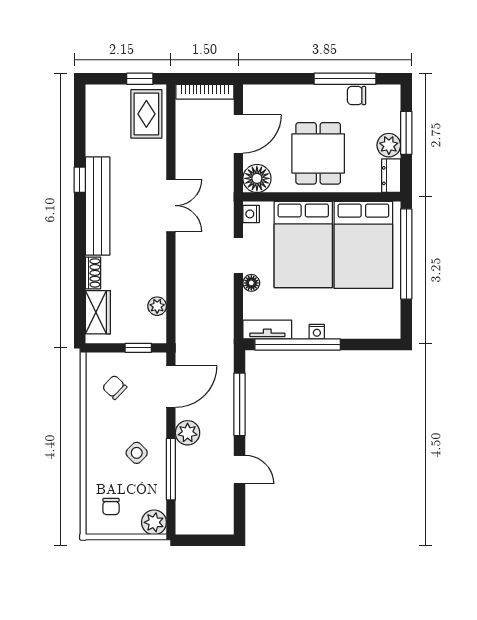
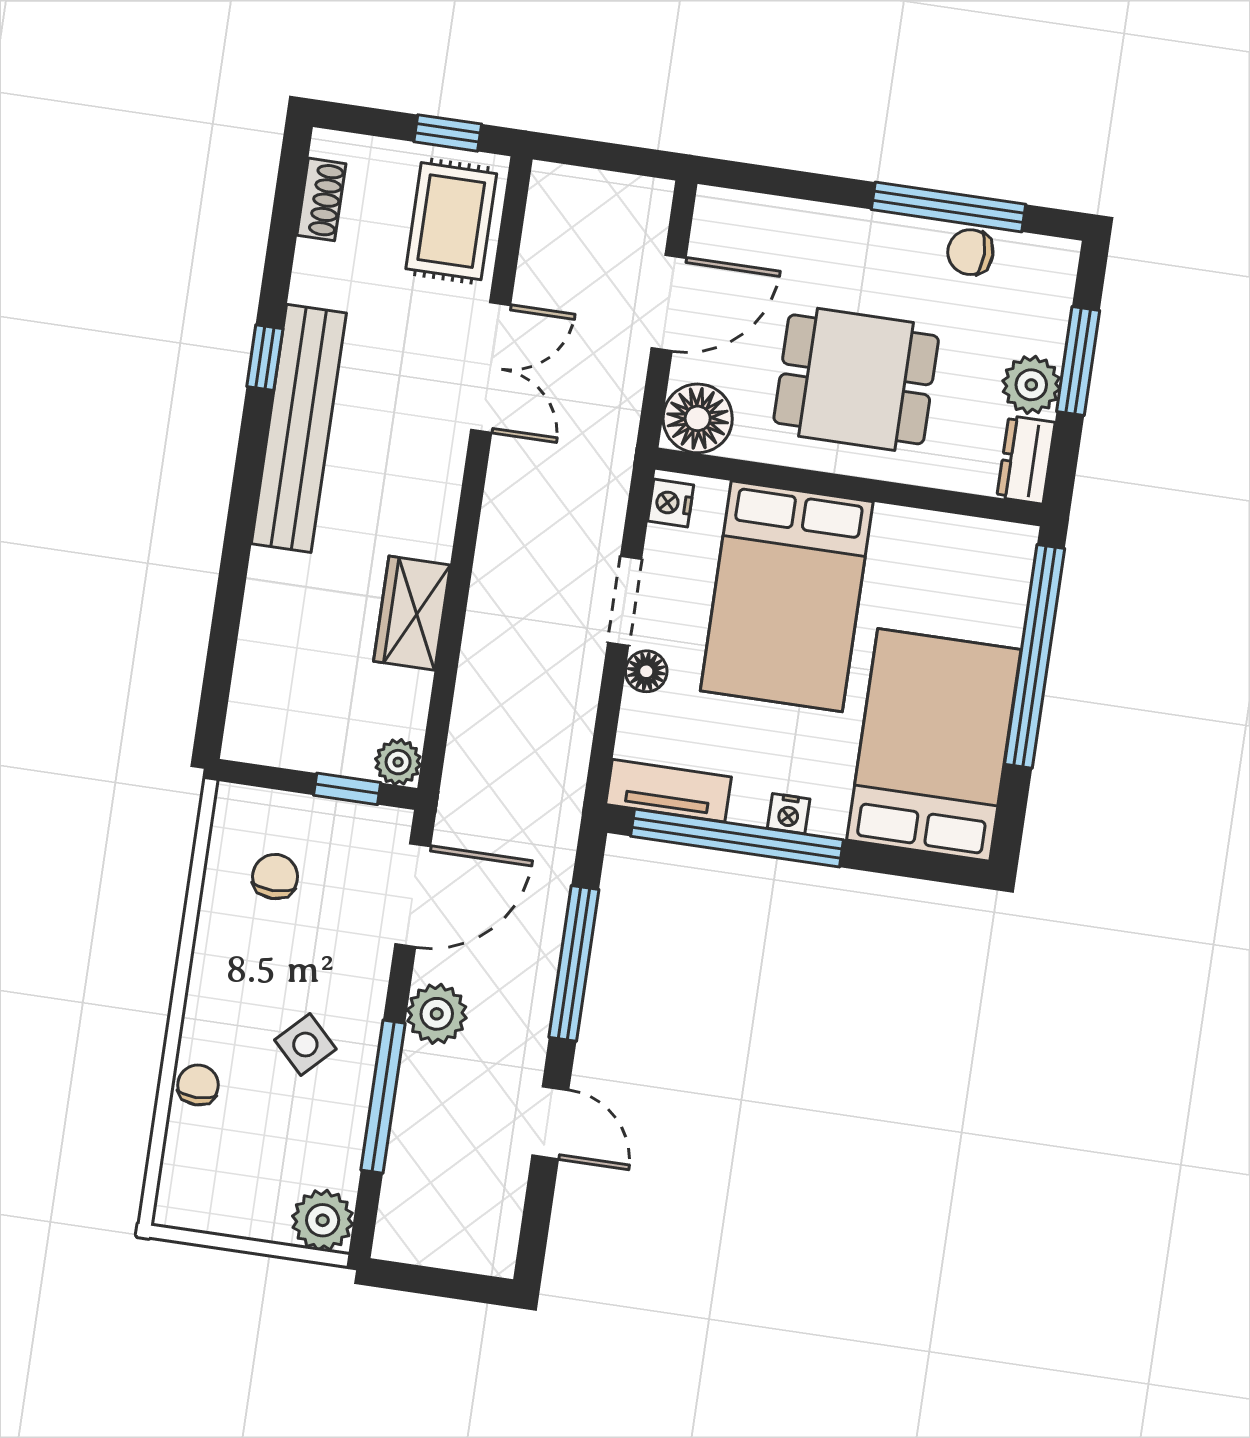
bookcase: (205, 92) -> (602, 188), removed
dining table: (318, 153) -> (856, 379), turned 90
double door: (171, 206) -> (491, 367), moved
bed: (363, 245) -> (934, 745), moved, turned 180
shoe rack: (93, 273) -> (321, 199), moved
plant: (157, 306) -> (398, 762), moved
wardrobe: (98, 312) -> (412, 613), moved, turned 180
chair: (115, 387) -> (275, 877), turned 46
chair: (111, 507) -> (198, 1085), moved, turned 180

